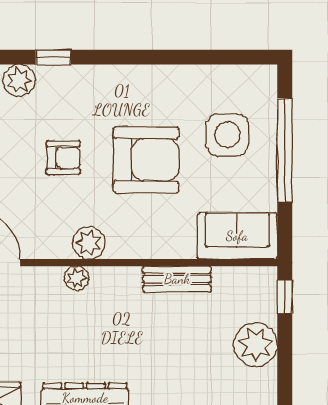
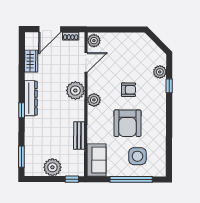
armchair: (63, 158) -> (128, 90), turned -90
plant: (76, 278) -> (75, 91), width x1.87, depth x1.87

